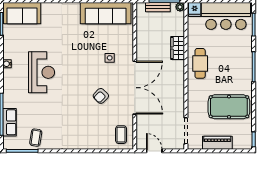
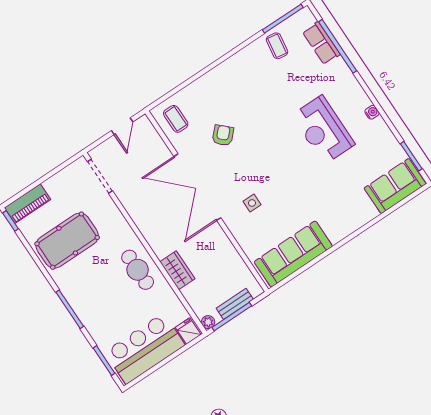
armchair: (101, 96) -> (223, 135), moved
piano: (217, 143) -> (27, 204), moved
door: (154, 151) -> (122, 126), hinge flipped

